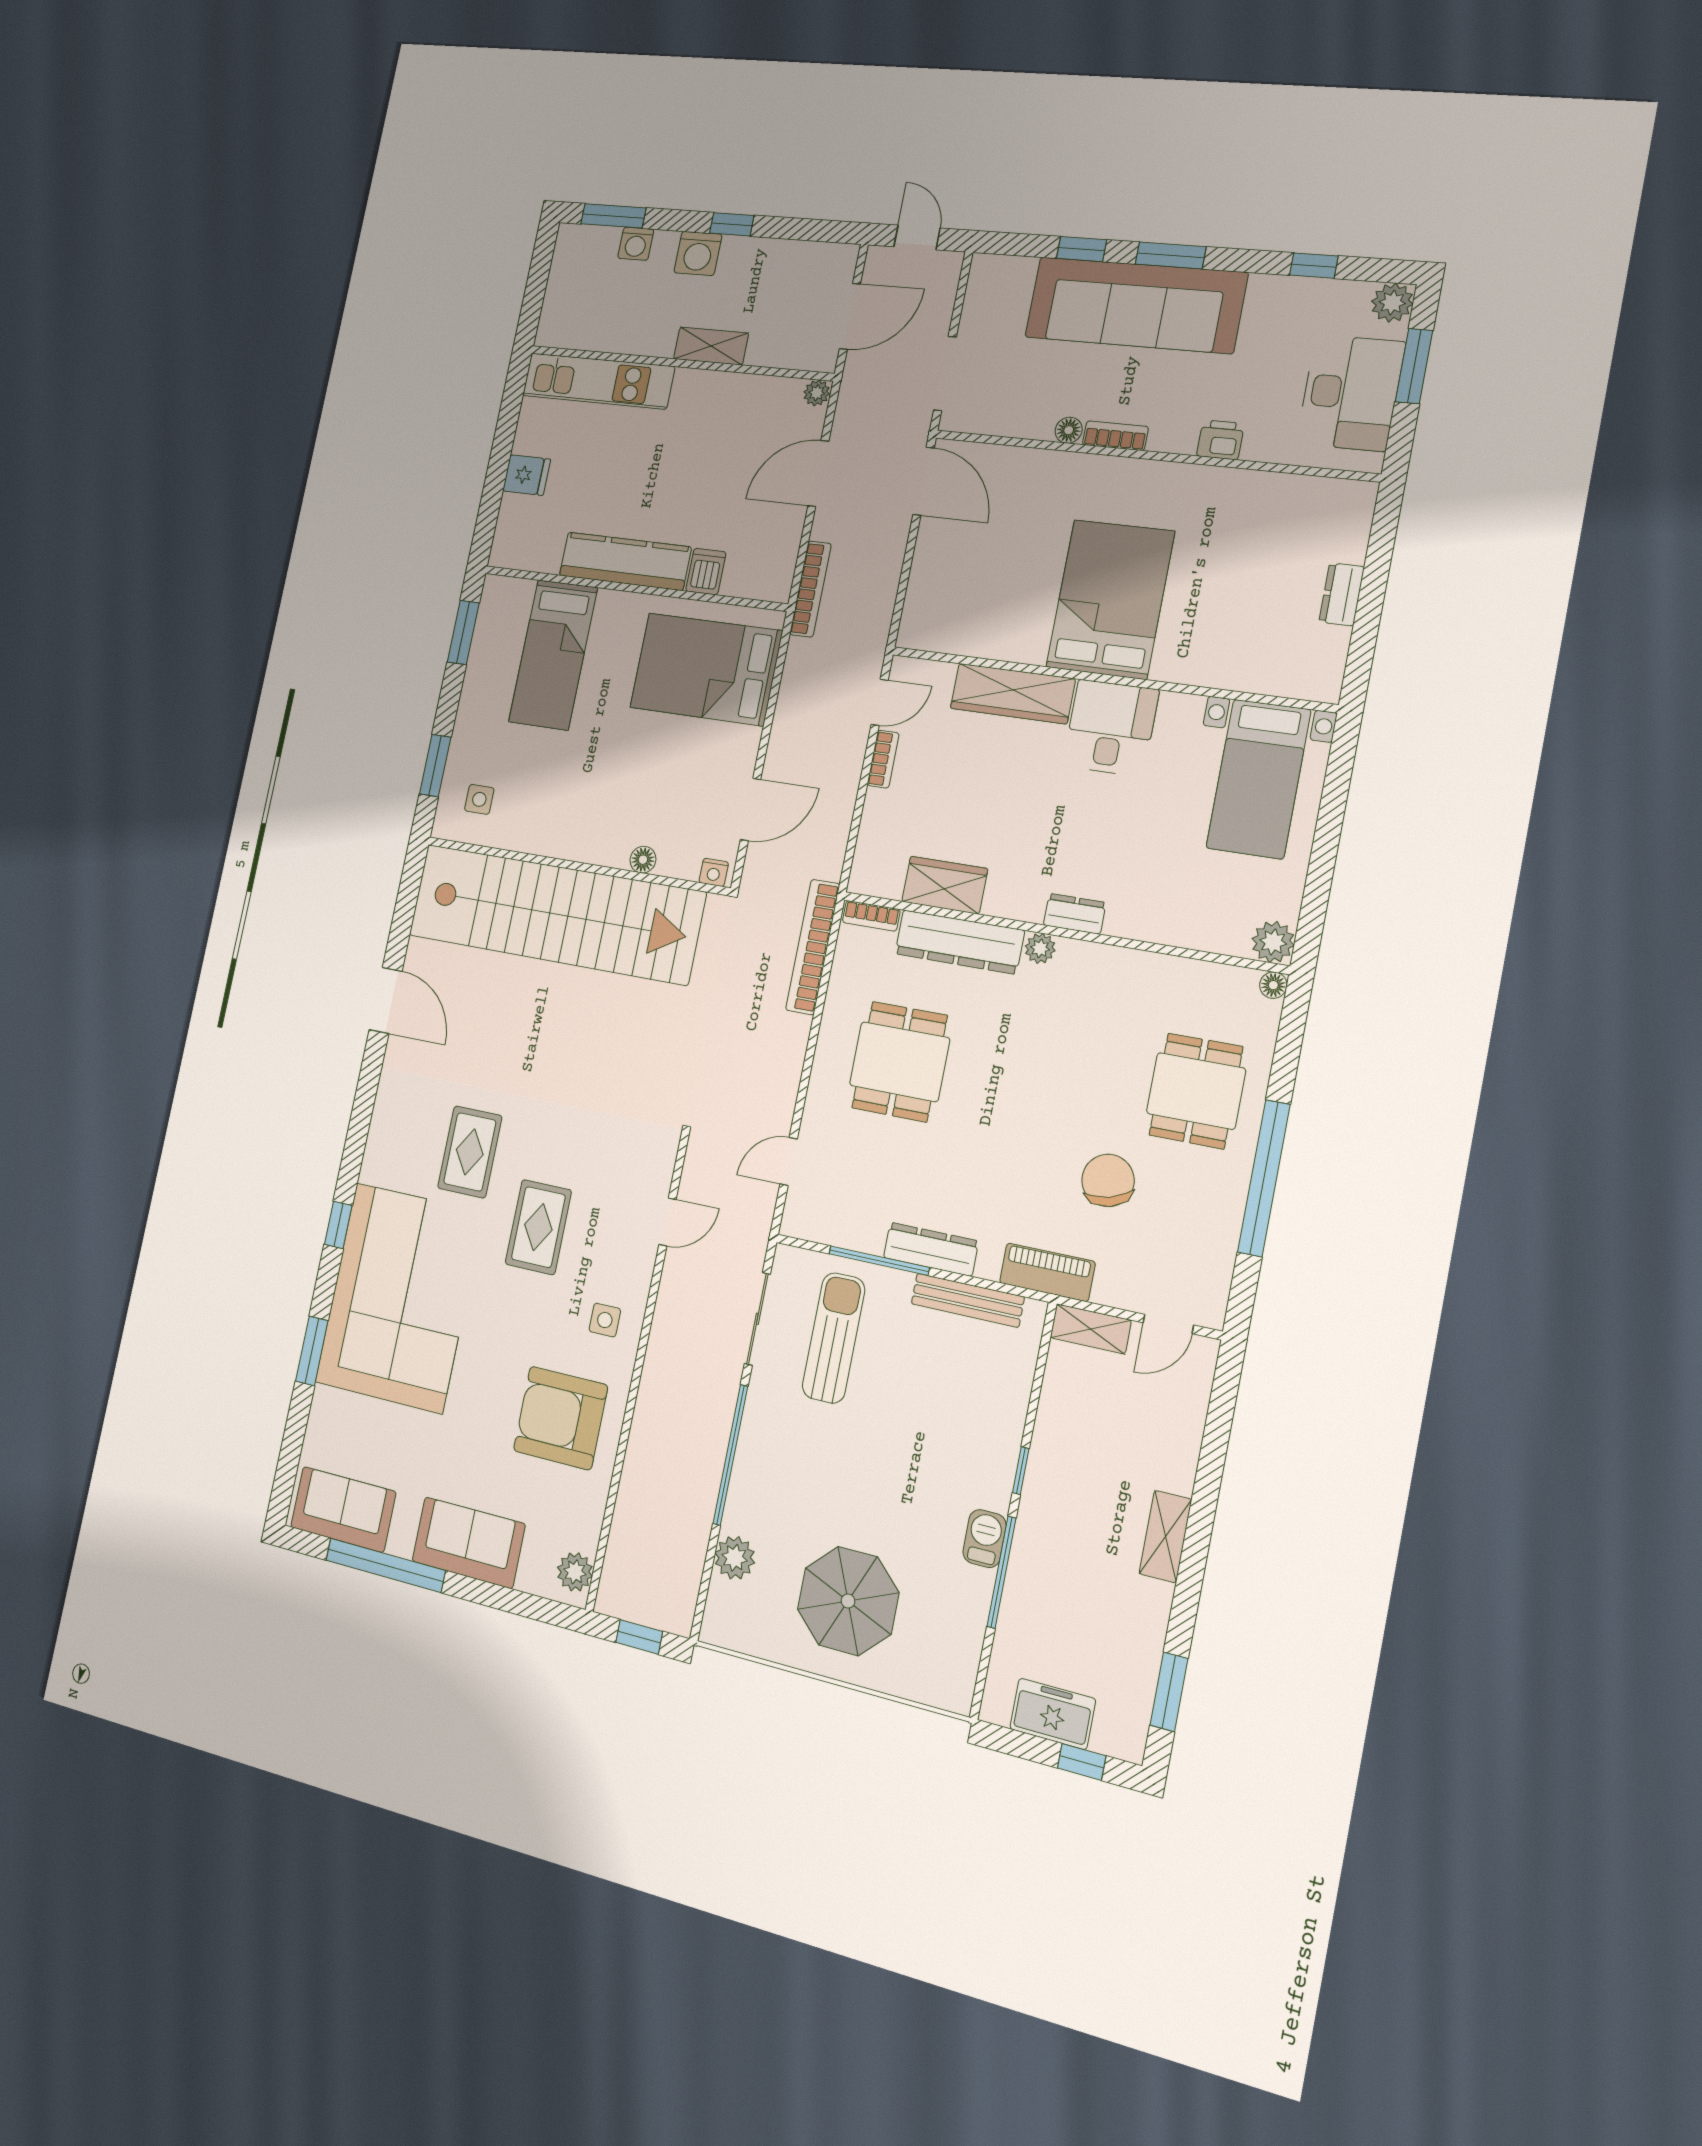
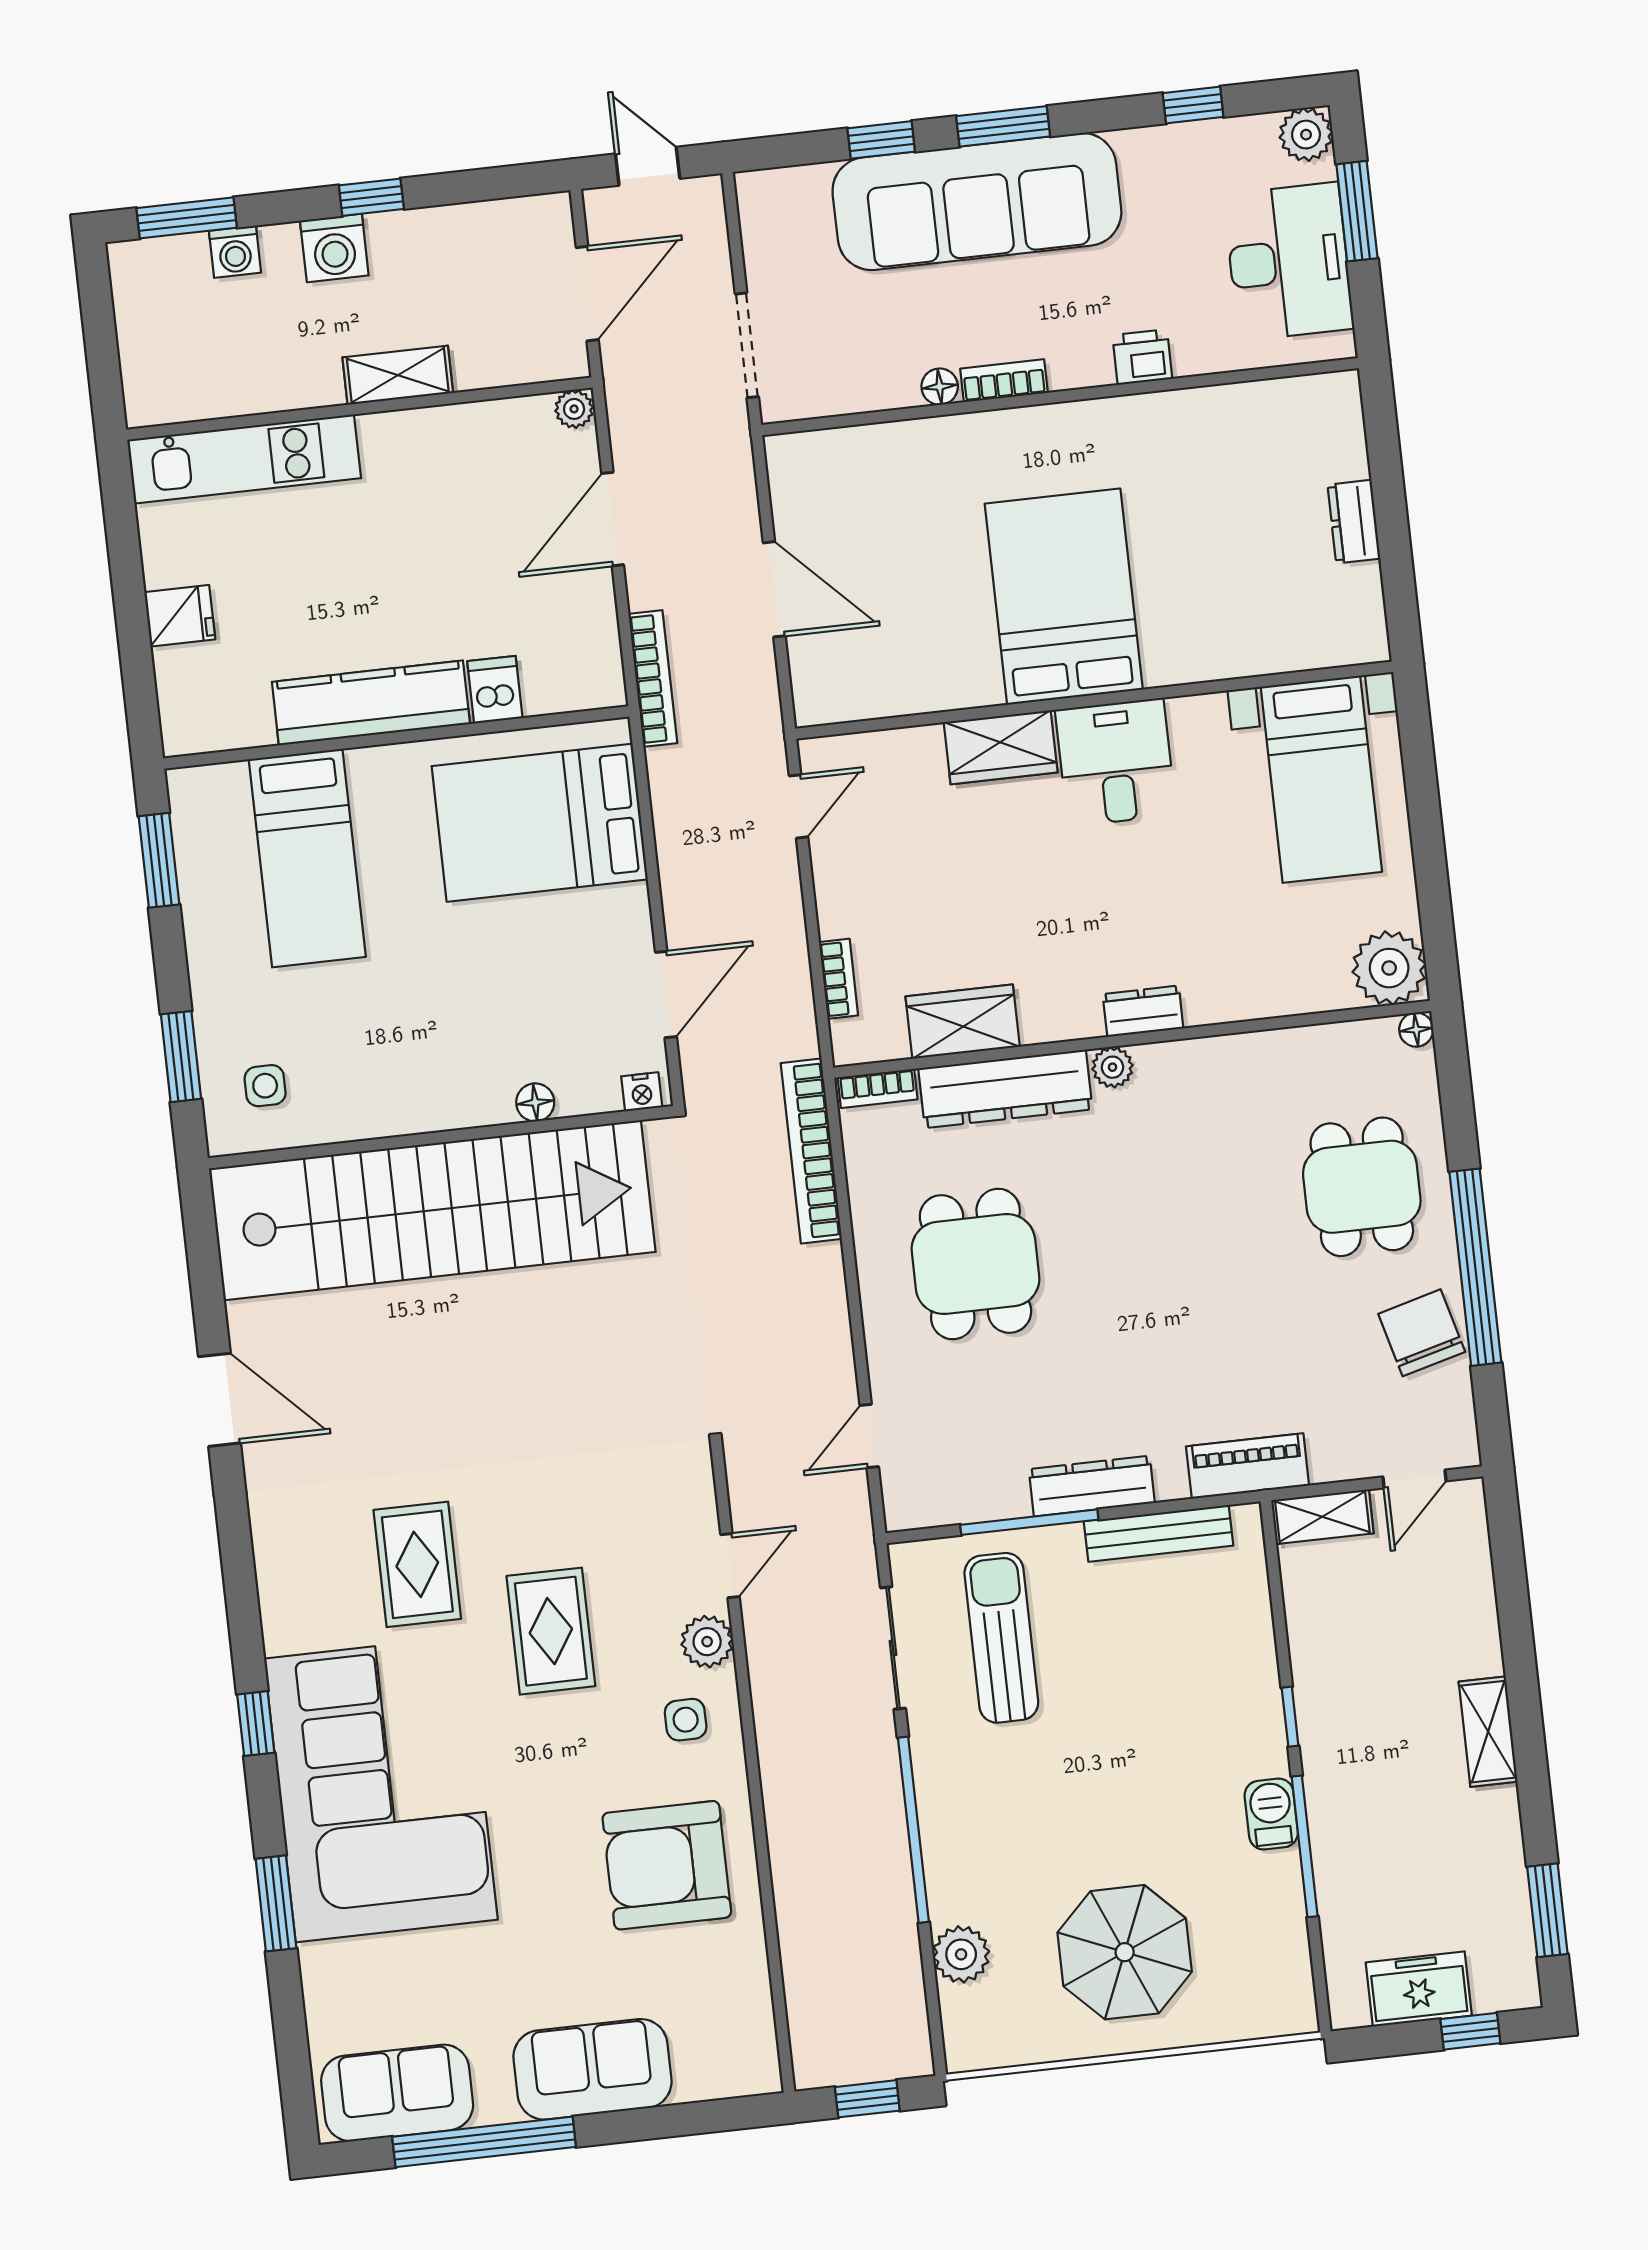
door: (924, 481) -> (774, 589), moved
wardrobe: (1013, 694) -> (1001, 747), width x0.67
bookcase: (883, 759) -> (839, 979), moved
plant: (1273, 942) -> (1389, 968), width x1.36, depth x1.36
chair: (1108, 1180) -> (1422, 1333), moved
plant: (575, 1572) -> (707, 1642), moved

